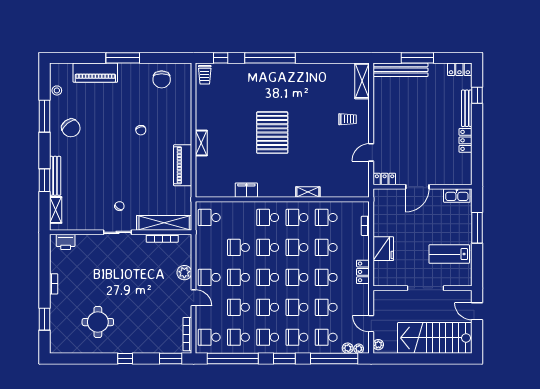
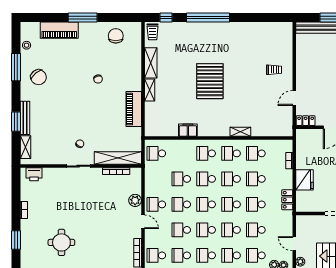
chair: (162, 79) -> (116, 36), turned 180
shelving: (362, 81) -> (151, 63), moved

